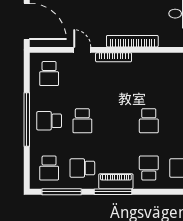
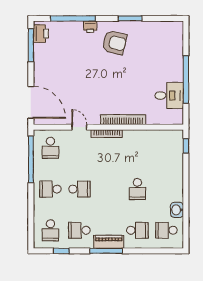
window: (27, 120) -> (31, 159), moved
school desk: (82, 121) -> (79, 189), turned -90
school desk: (149, 168) -> (137, 230), turned 90
window: (62, 192) -> (61, 251), width x0.46

